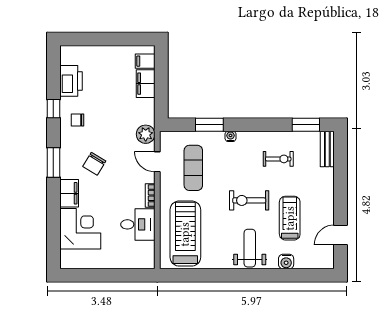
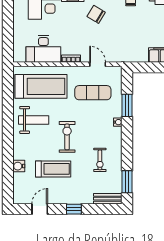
plant: (146, 134) -> (119, 55), removed
door: (157, 162) -> (98, 64), hinge flipped
window: (340, 192) -> (74, 209), added
desk: (138, 224) -> (43, 49), width x1.37
door: (340, 235) -> (40, 209), hinge flipped
weight bench: (250, 248) -> (34, 120), moved

